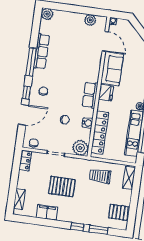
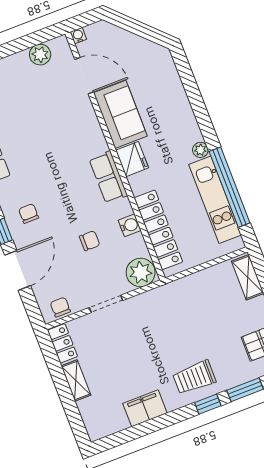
trolley: (100, 176) -> (194, 377), moved
pallet: (62, 186) -> (146, 353), removed
shelving: (19, 199) -> (76, 381), moved

